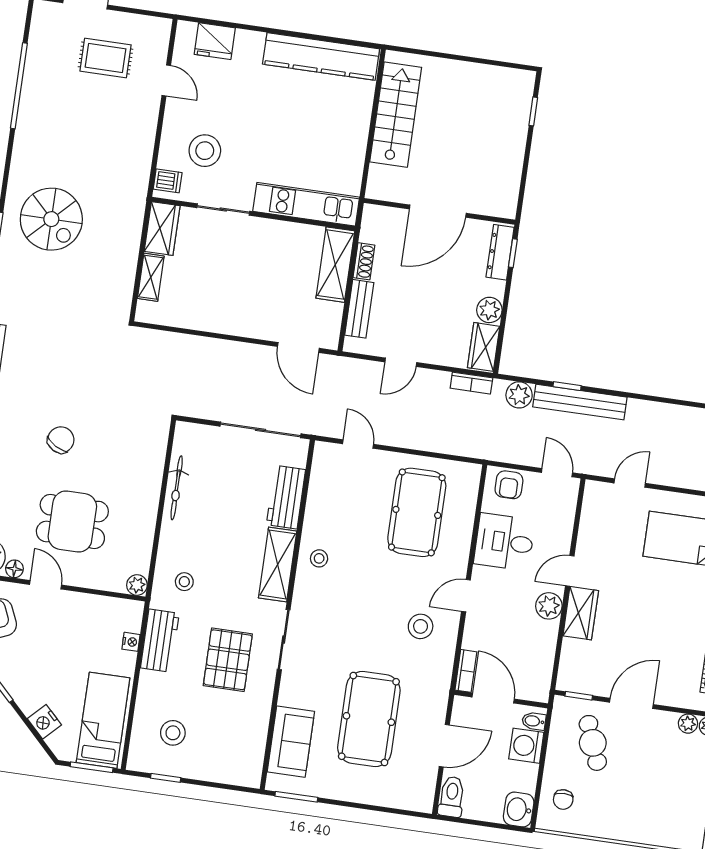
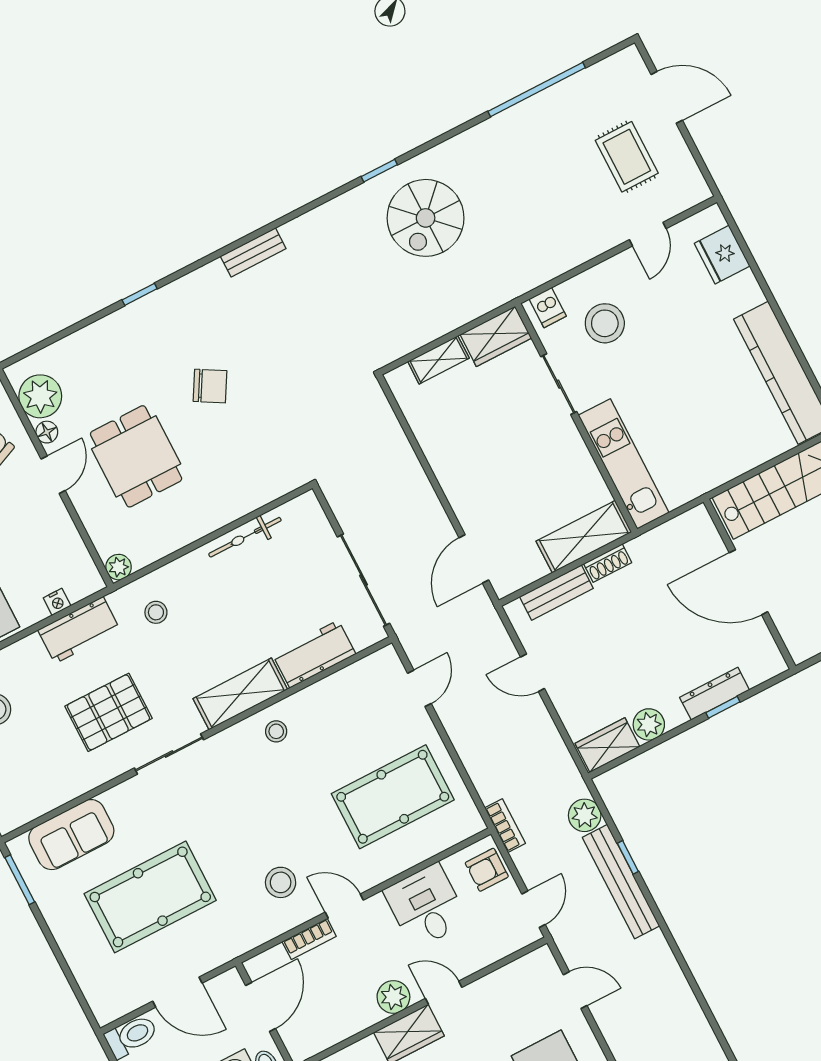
door: (438, 211) -> (749, 582), moved
wall: (439, 211) -> (749, 584), moved
bookcase: (471, 383) -> (505, 826), moved, turned 180
bookcase: (466, 671) -> (309, 939), moved

